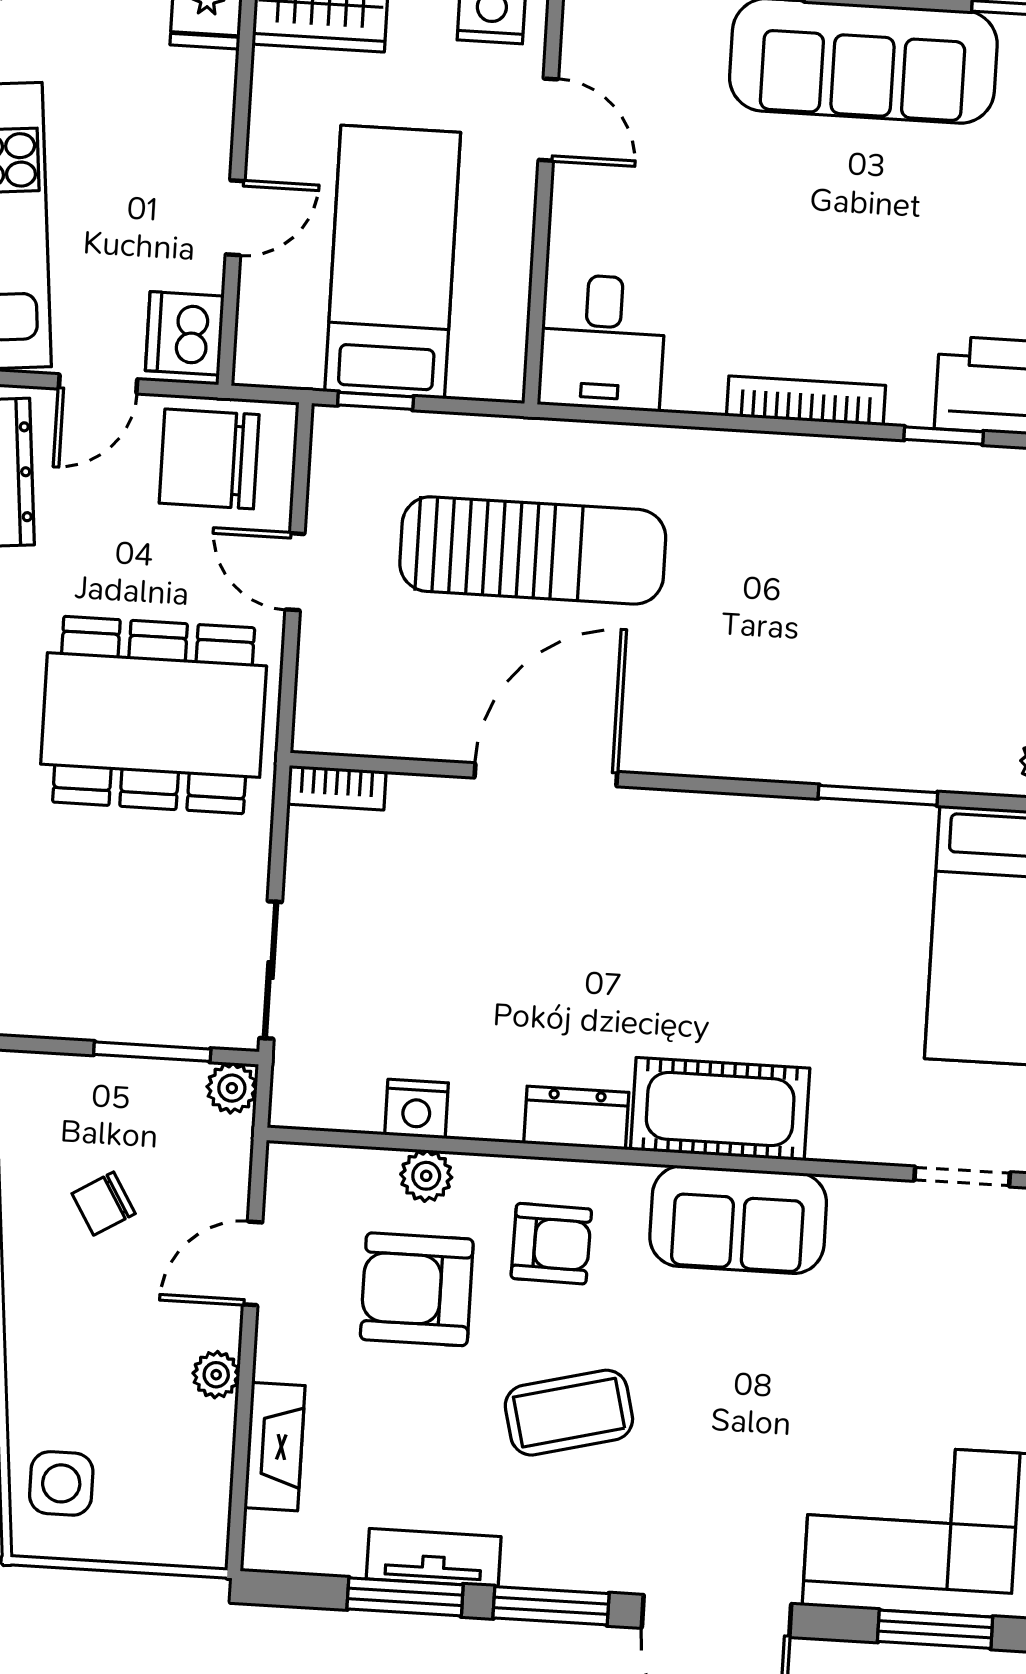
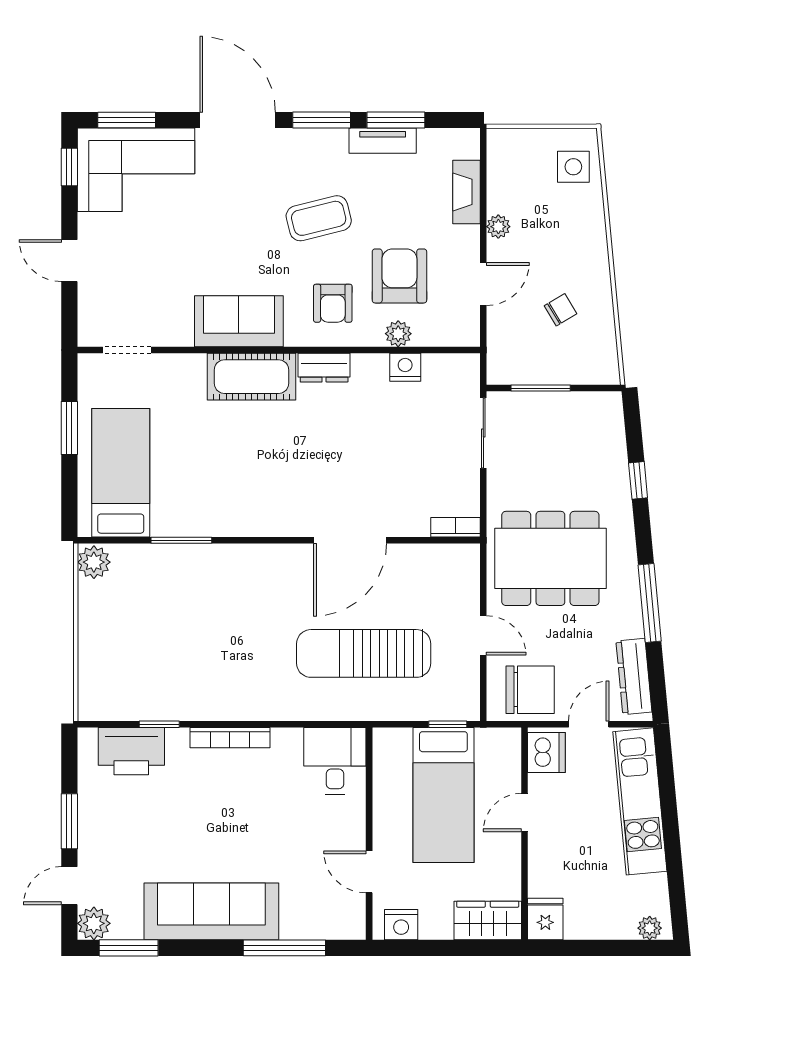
plant: (232, 1088) -> (499, 372), removed
armchair: (551, 1244) -> (333, 303), turned -91
armchair: (417, 1289) -> (399, 276), turned -90

